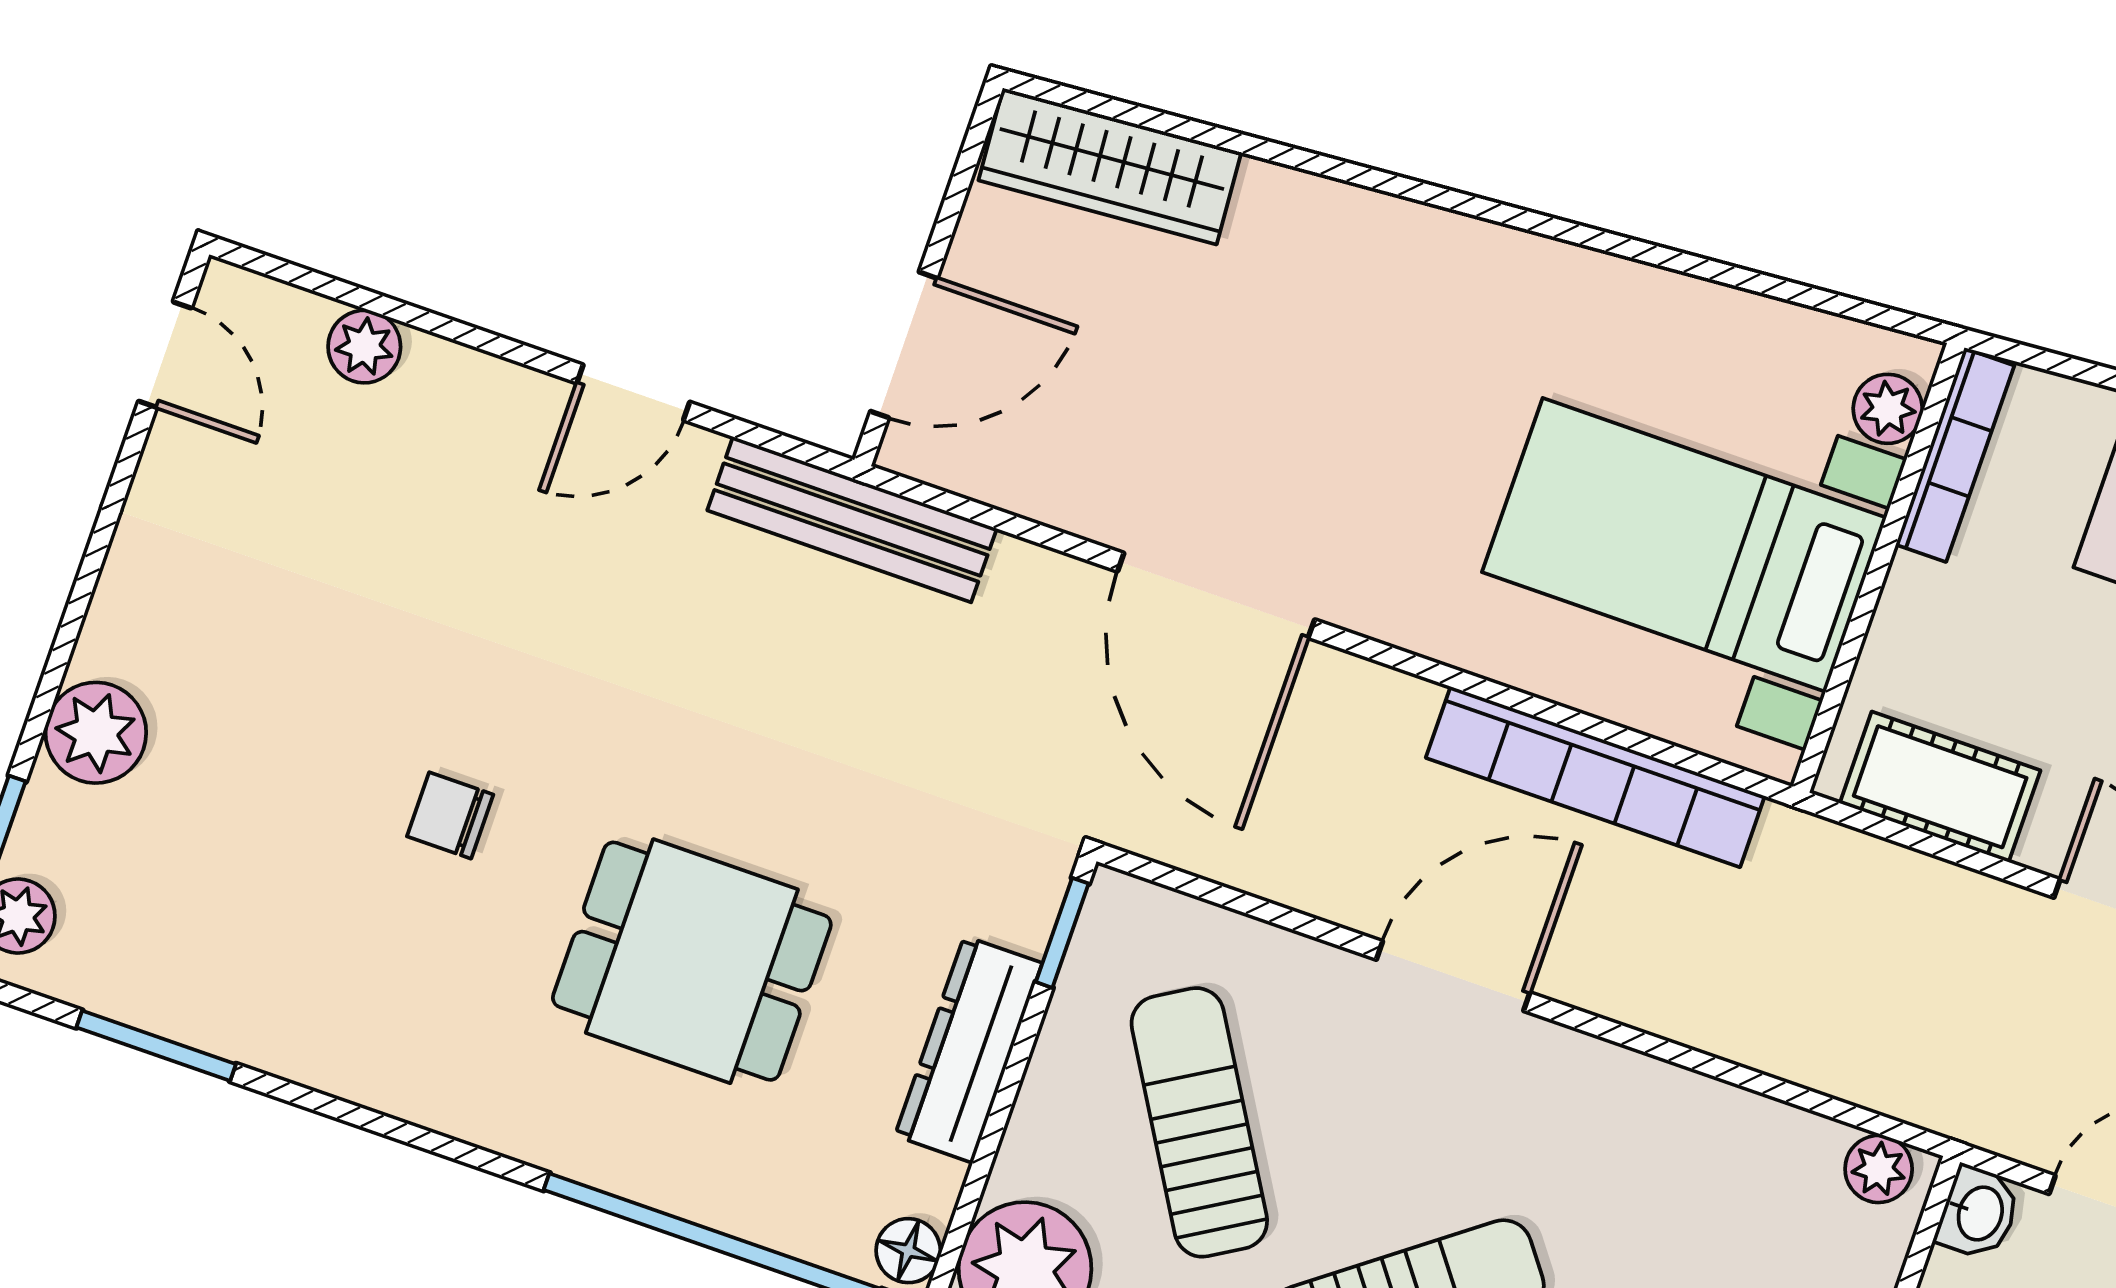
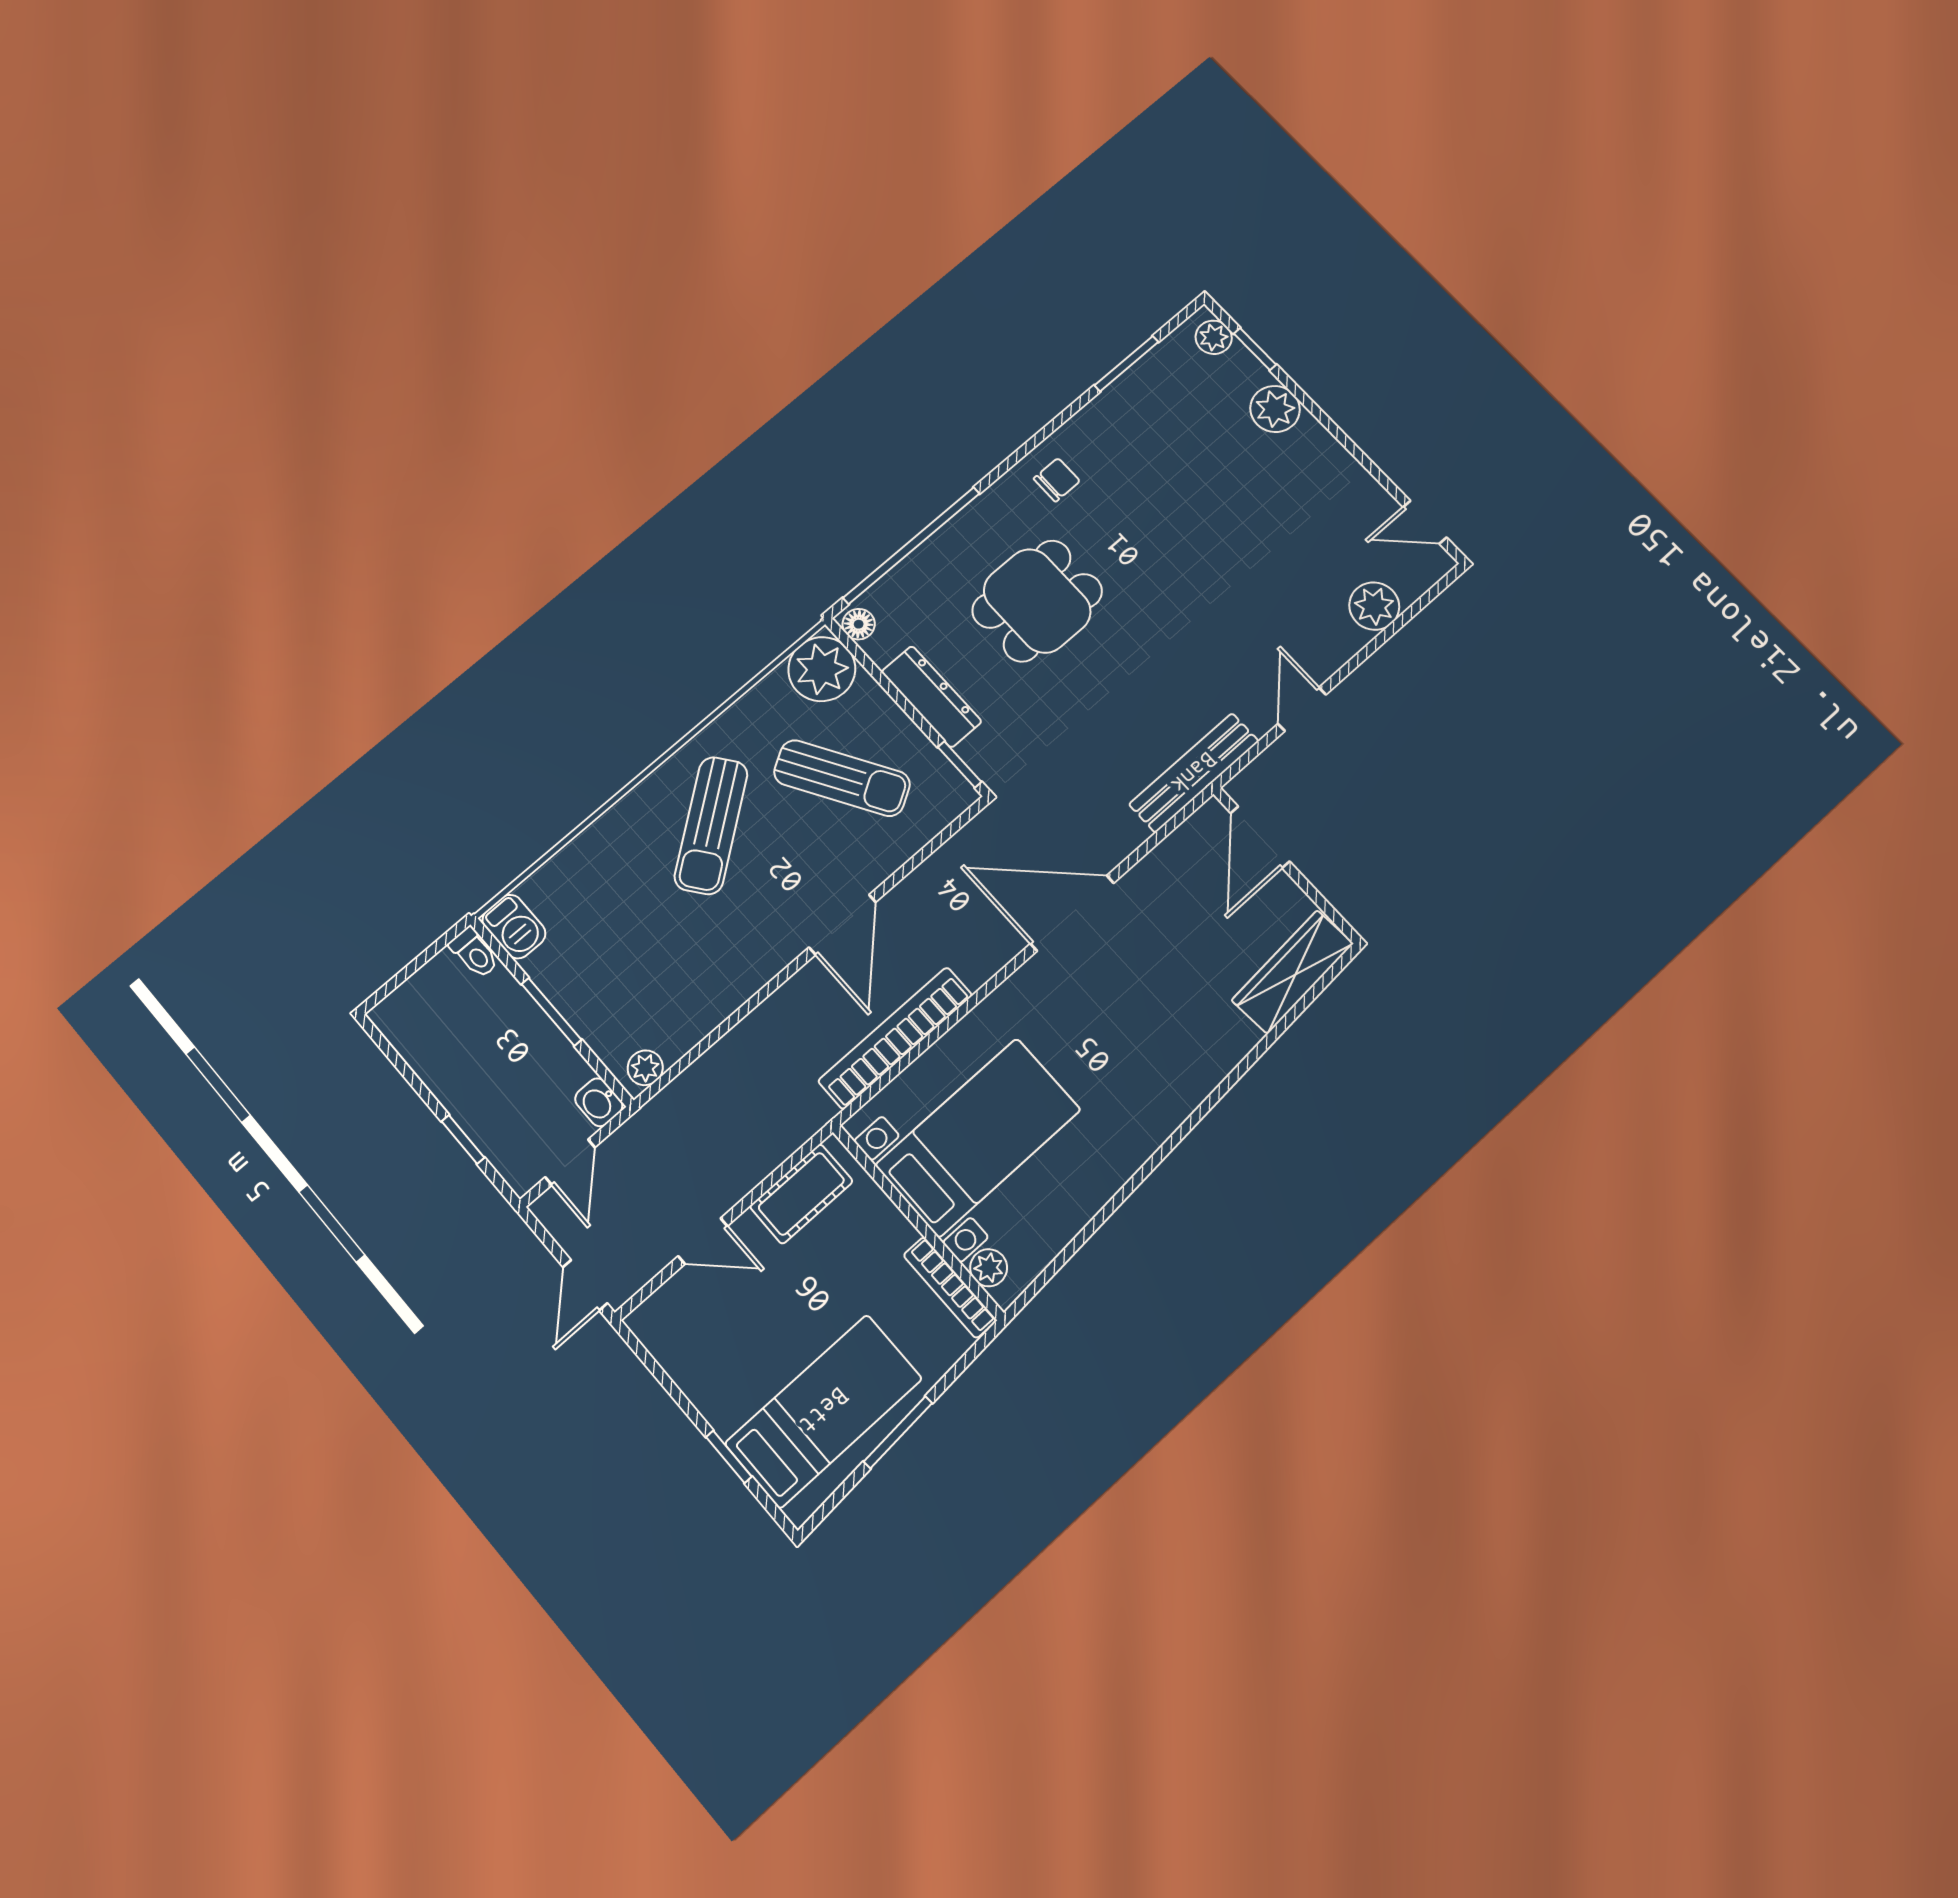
plant: (364, 347) -> (1374, 606), width x1.38, depth x1.38
chair: (450, 815) -> (1057, 480), moved

